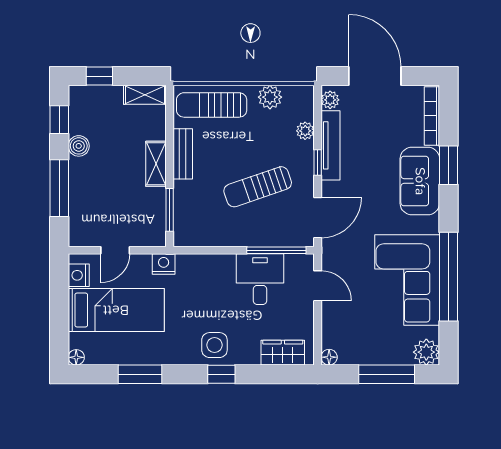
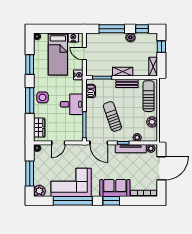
window: (449, 165) -> (111, 201), moved
barbecue: (200, 236) -> (91, 91), added
desk: (260, 279) -> (72, 104), moved
door: (318, 286) -> (58, 143), moved
window: (221, 374) -> (30, 100), width x2.17

